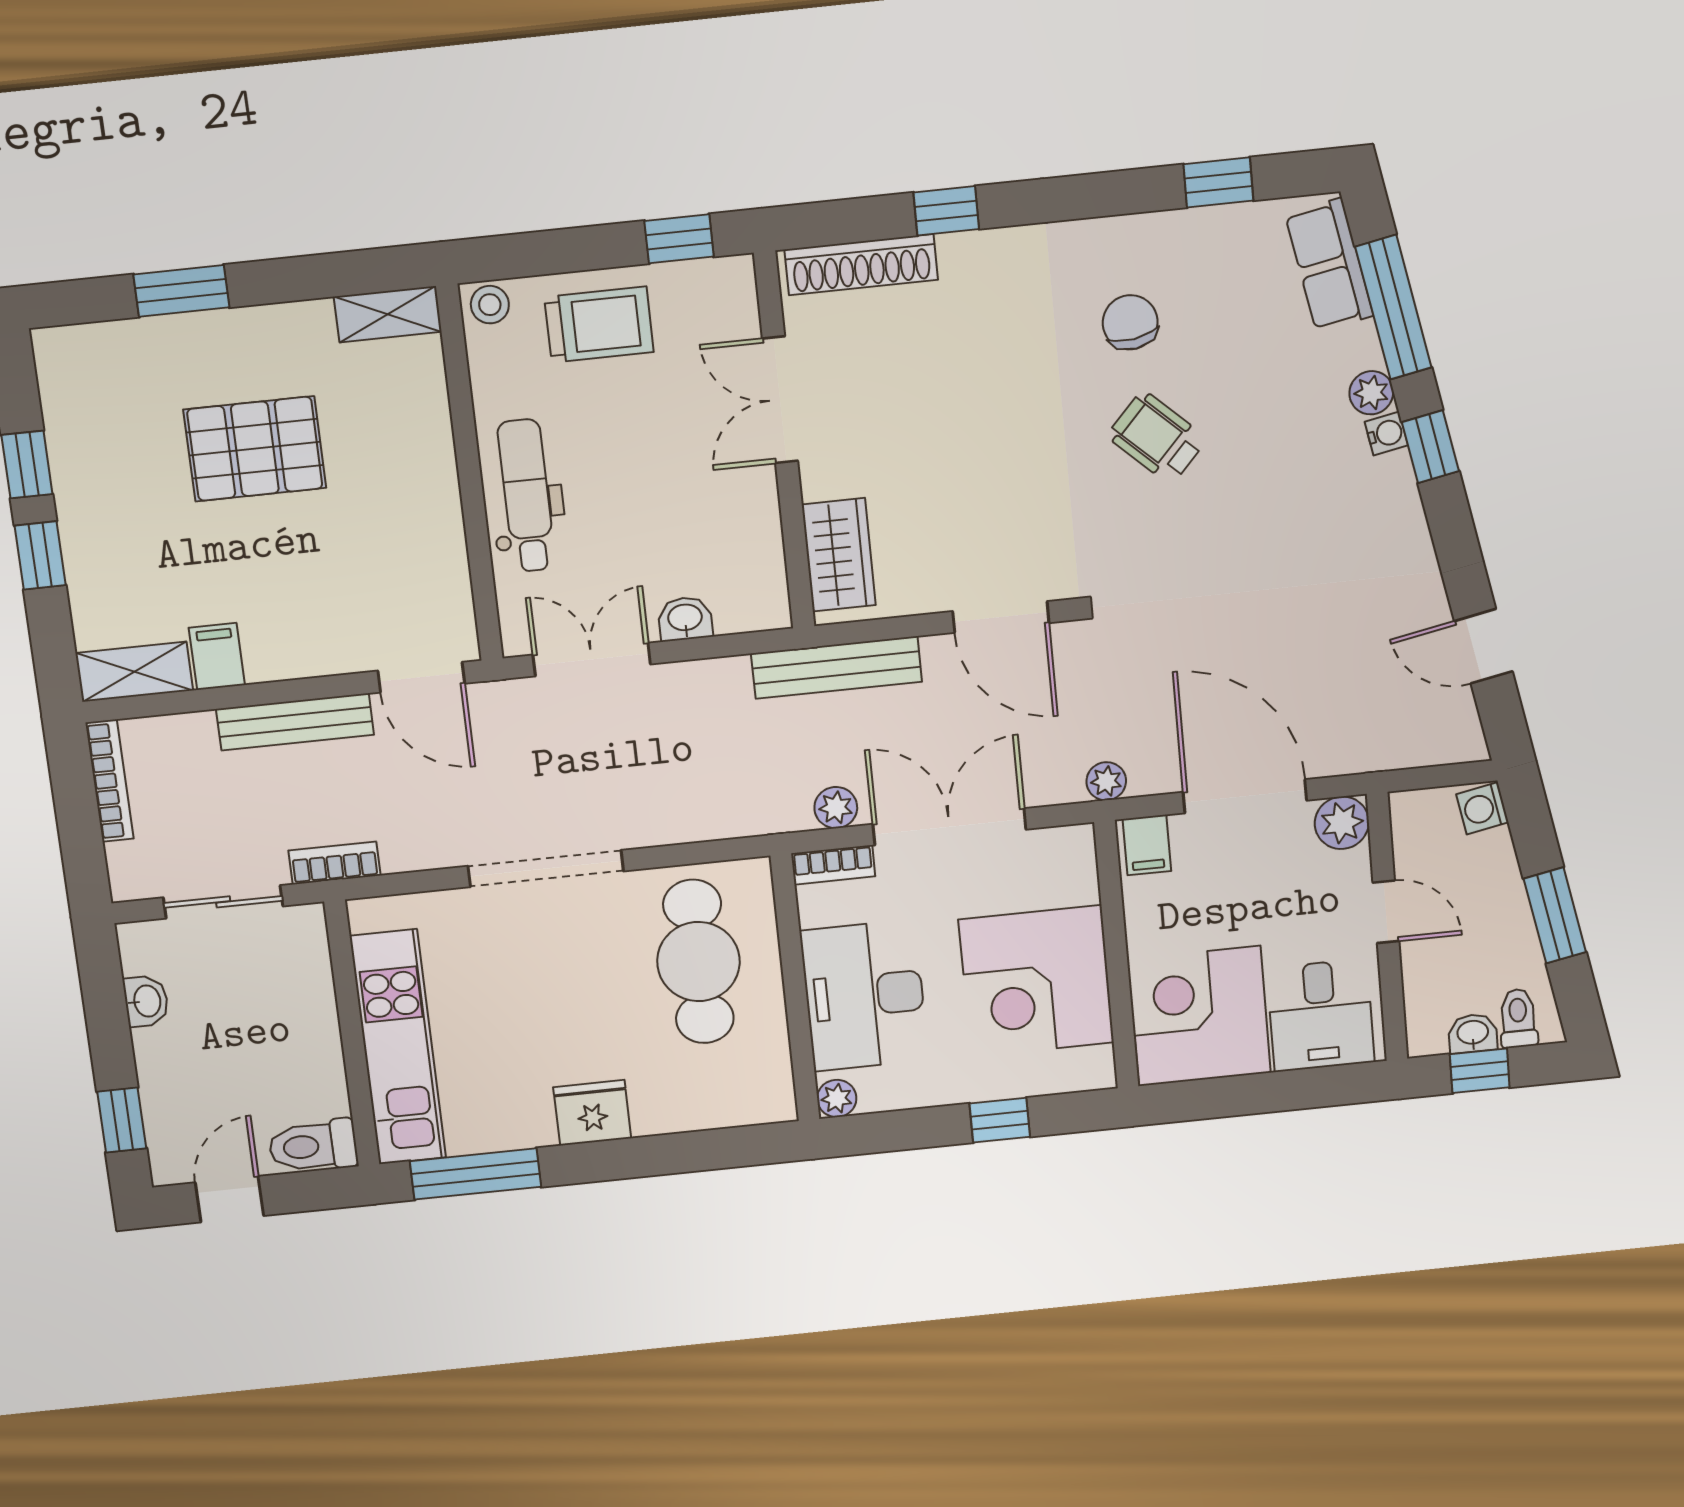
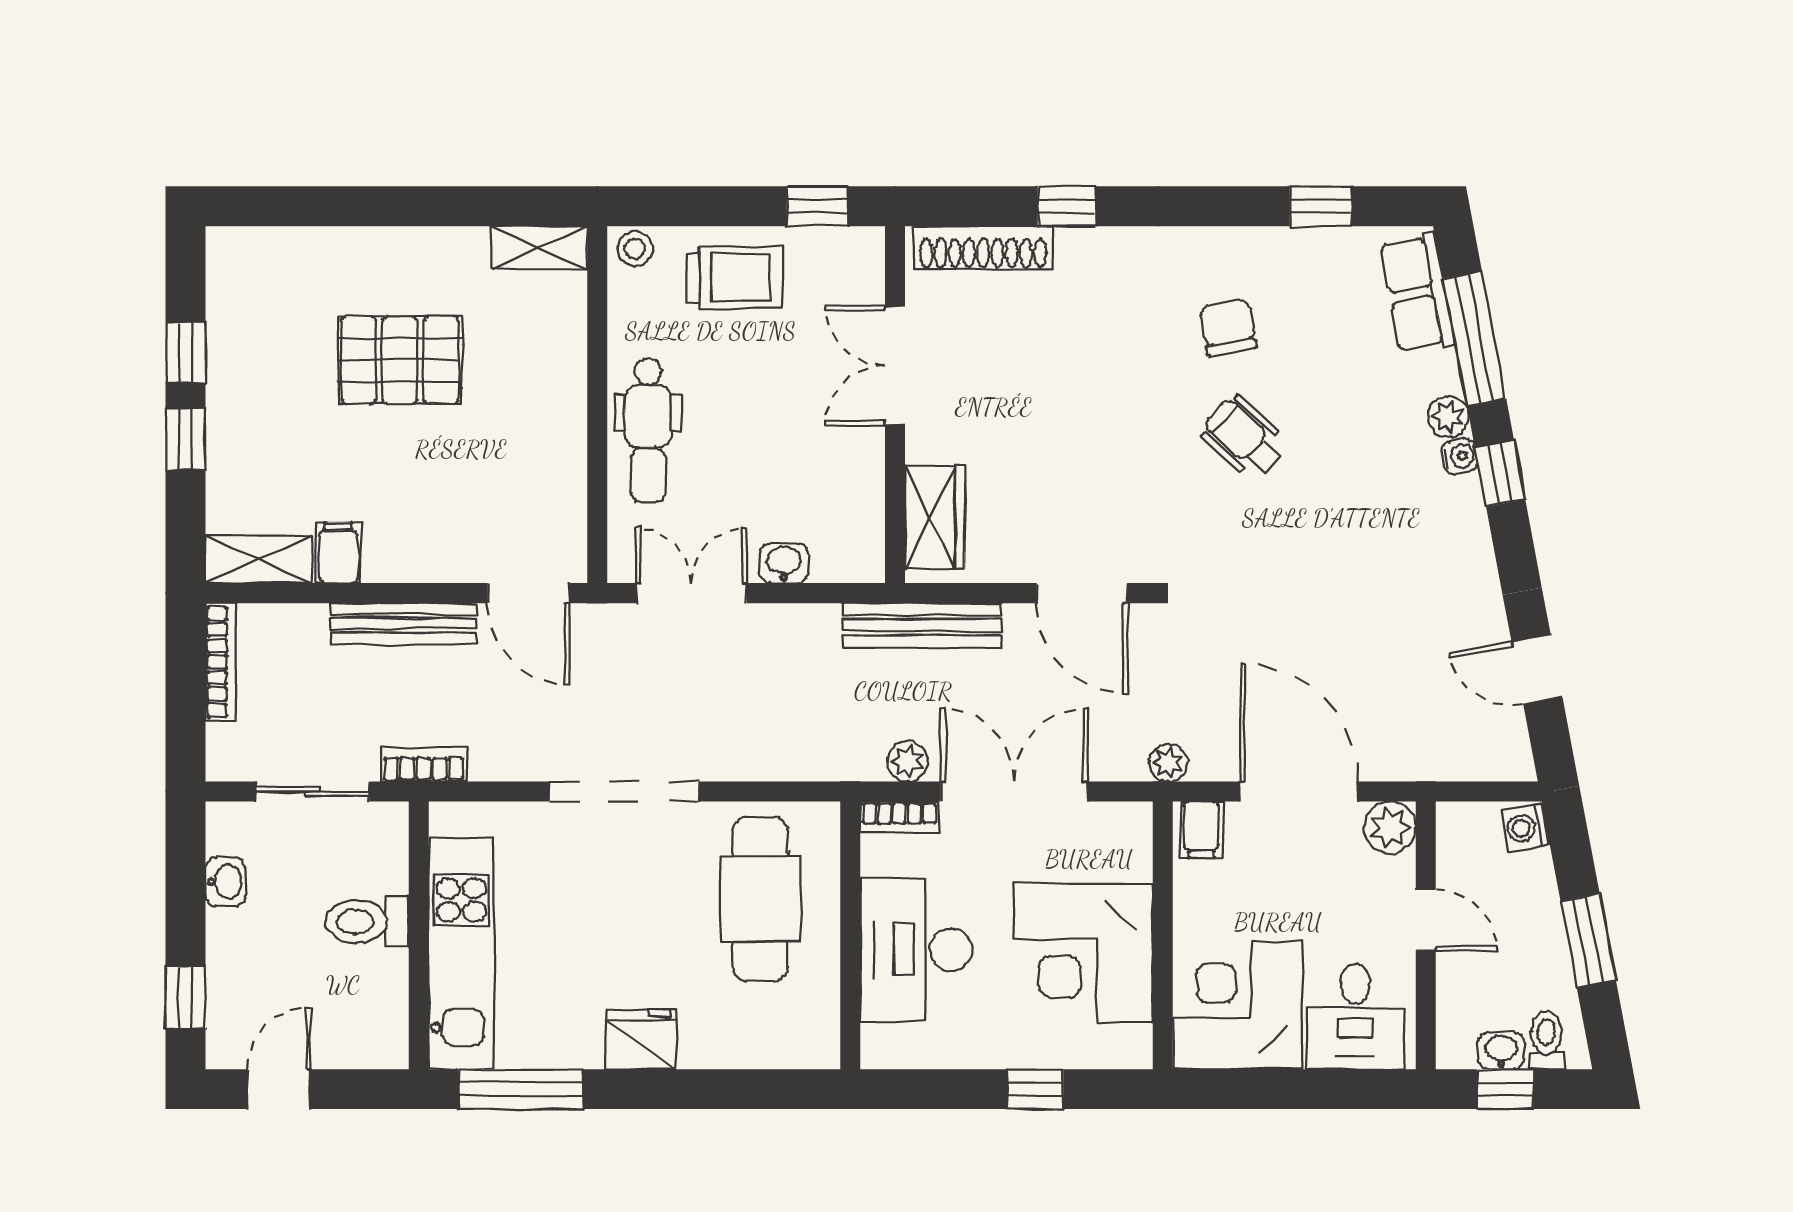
window: (181, 291) -> (351, 206), removed
dental chair: (526, 496) -> (648, 431), turned 180
plant: (837, 1098) -> (879, 1050), removed
toilet: (313, 1146) -> (367, 922), moved

